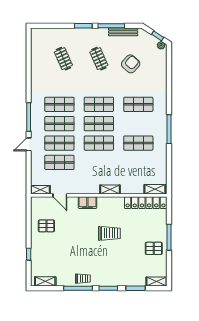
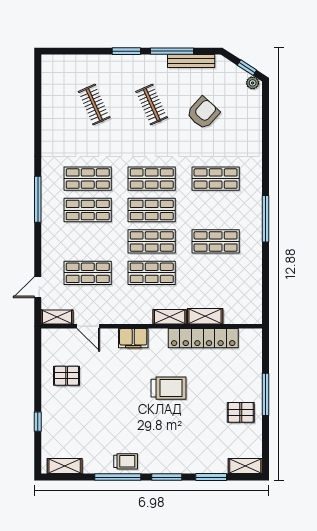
shop shelf: (59, 143) -> (152, 273), moved
door: (29, 144) -> (38, 287), moved
shelving: (155, 189) -> (205, 316), moved
locker: (145, 203) -> (203, 338), moved

